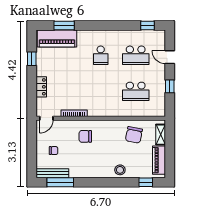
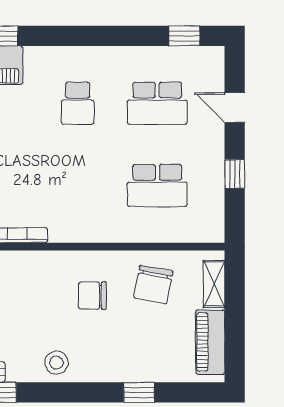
chair: (85, 136) -> (92, 296), moved
stool: (120, 170) -> (56, 363), moved
window: (146, 182) -> (139, 392), moved

